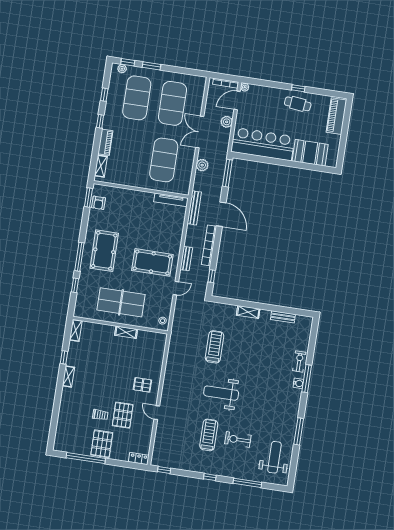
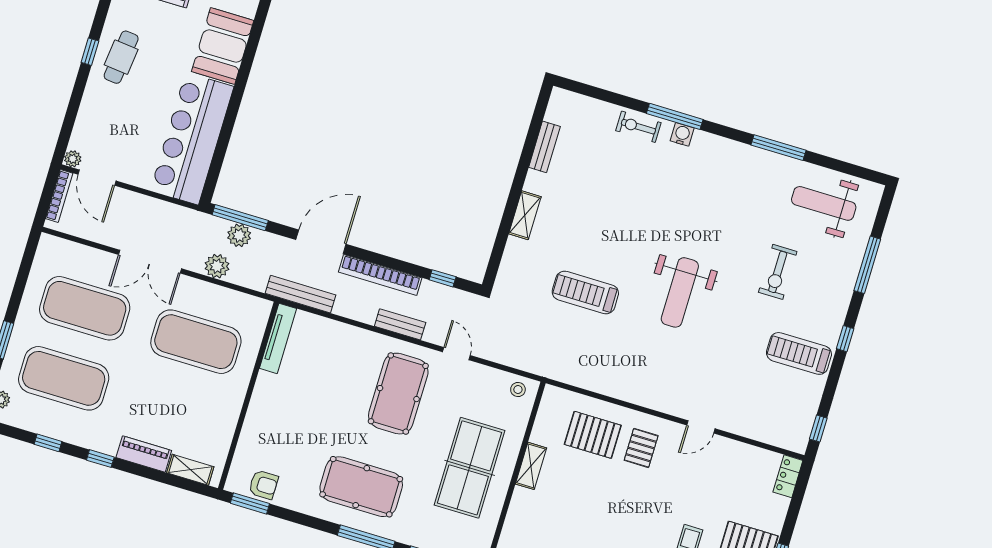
plant: (227, 122) -> (239, 235), moved
pallet: (123, 415) -> (593, 435), moved
treadmill: (209, 435) -> (799, 353), moved

